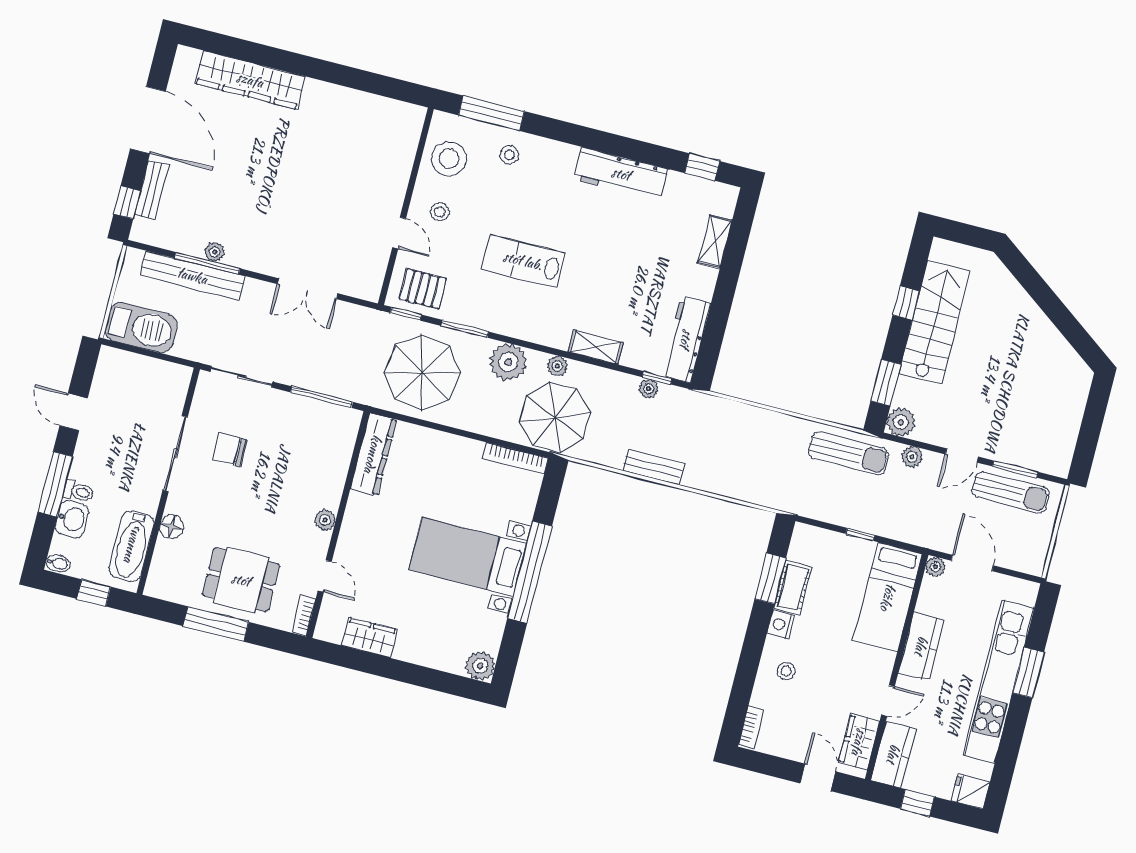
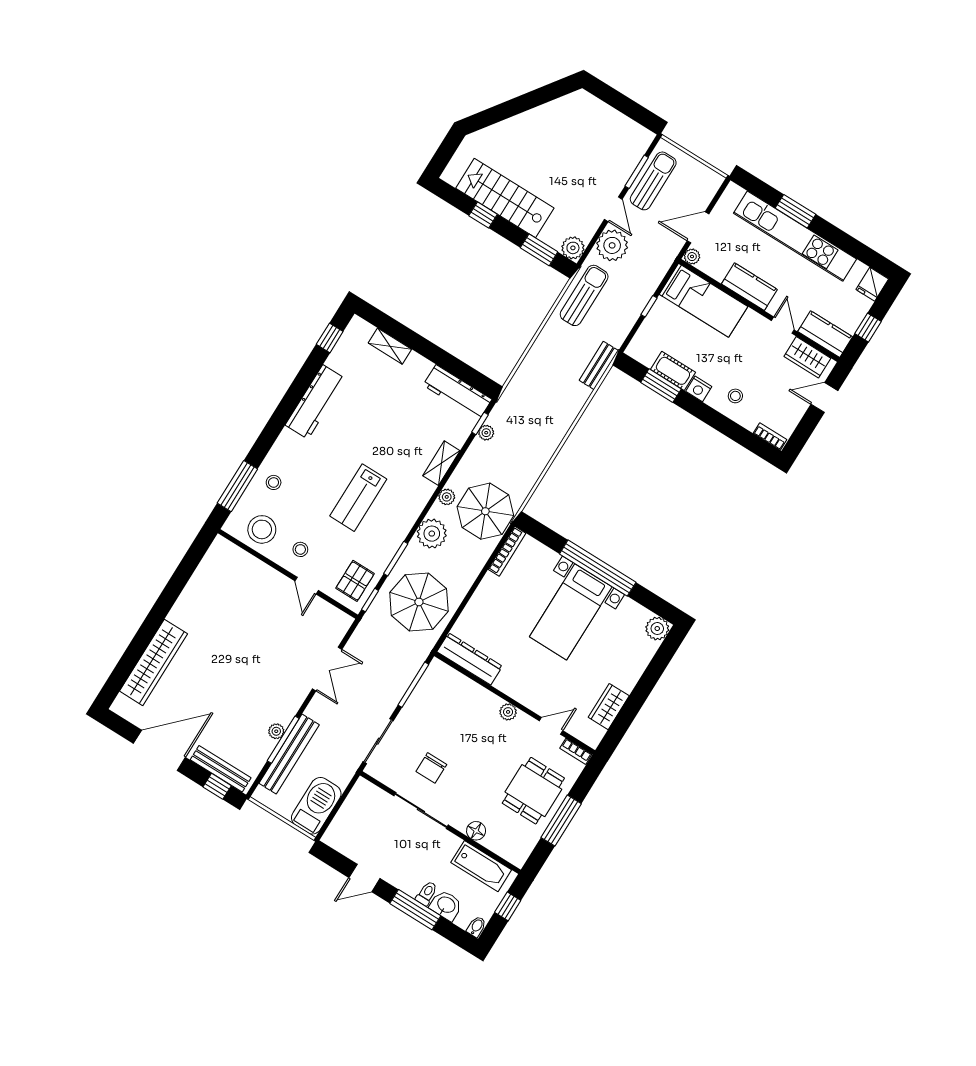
bench: (152, 190) -> (221, 769), width x1.36
door: (399, 233) -> (307, 586), swing flipped
plant: (912, 457) -> (612, 245), width x1.88, depth x1.88
bench: (654, 467) -> (599, 365), moved

